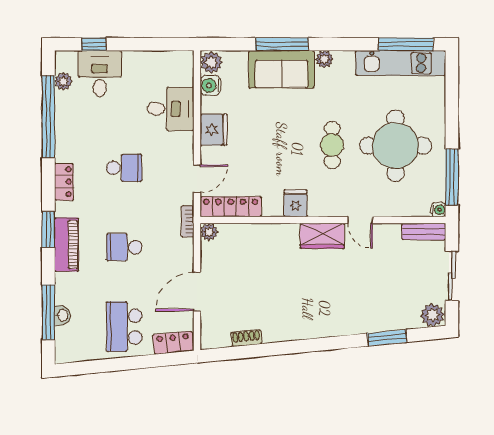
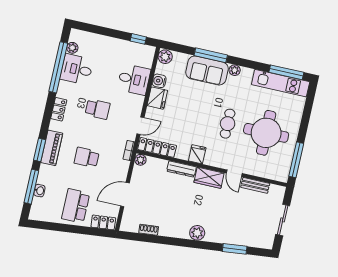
window: (94, 44) -> (138, 39), moved
desk: (100, 74) -> (77, 69), moved, turned -90
water cooler: (210, 85) -> (159, 81), moved
water cooler: (438, 210) -> (284, 178), removed
window: (48, 230) -> (40, 150), moved
bench: (424, 231) -> (255, 185), moved
dresser: (276, 232) -> (181, 169), added
plant: (432, 315) -> (197, 233), moved

